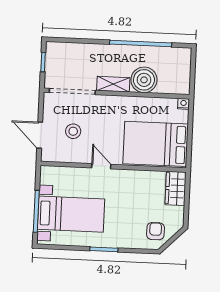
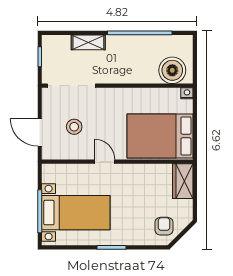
boiler: (144, 80) -> (172, 70), moved
shelving: (113, 84) -> (88, 42), moved

